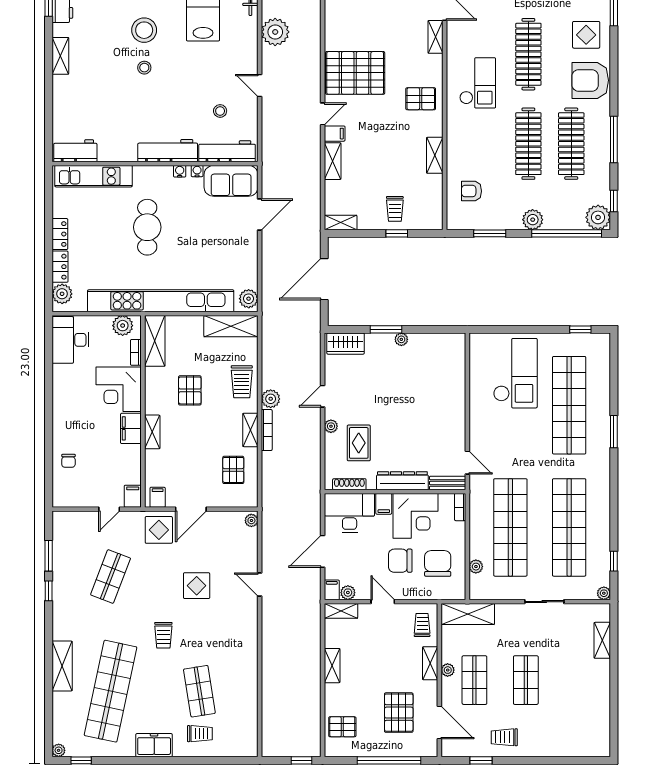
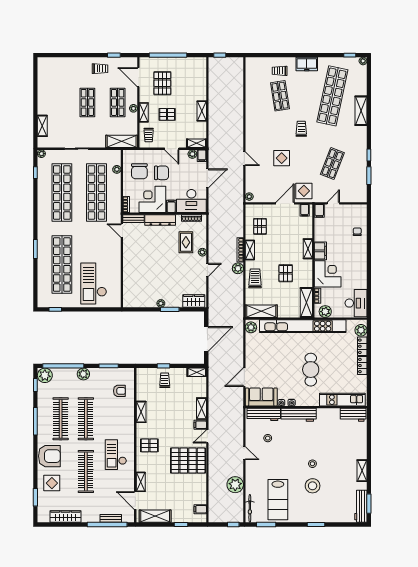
pallet: (342, 727) -> (167, 114), moved

